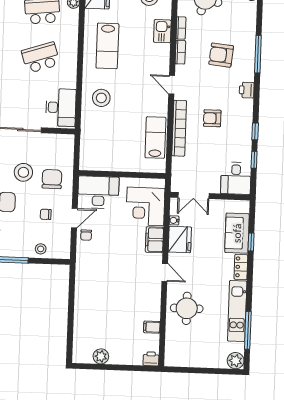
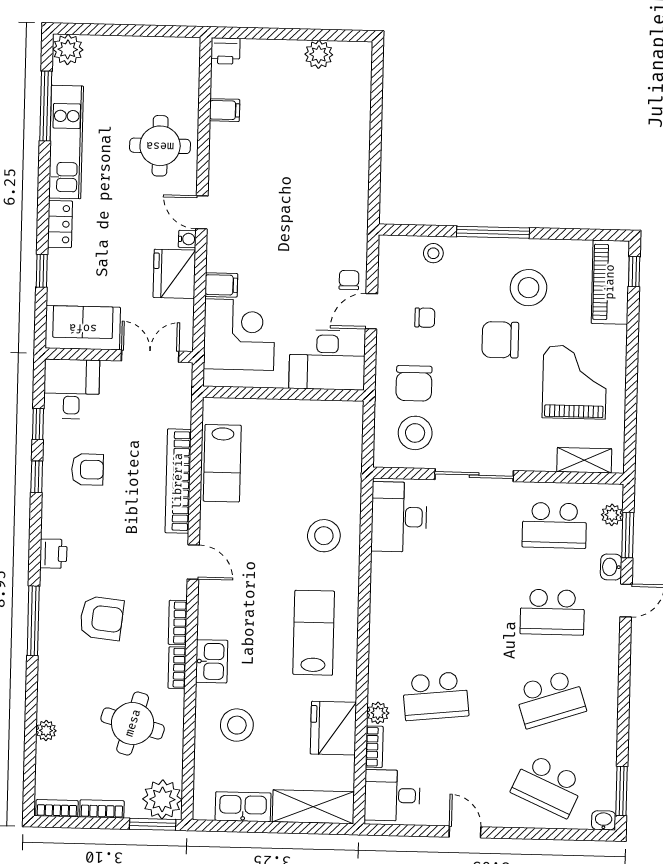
school desk: (41, 58) -> (438, 609), removed
armchair: (212, 118) -> (87, 469), moved
stool: (23, 172) -> (415, 433), moved
water cooler: (174, 220) -> (187, 239), moved
sofa: (237, 233) -> (83, 328), moved, turned -90
filing cabinet: (154, 240) -> (221, 285), width x0.50

